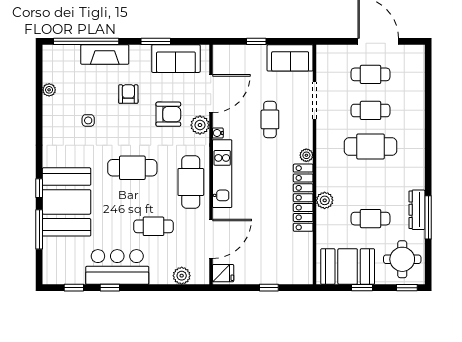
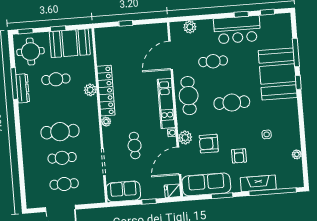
sofa: (176, 59) -> (206, 184), width x1.36
fridge: (223, 273) -> (172, 191), moved

